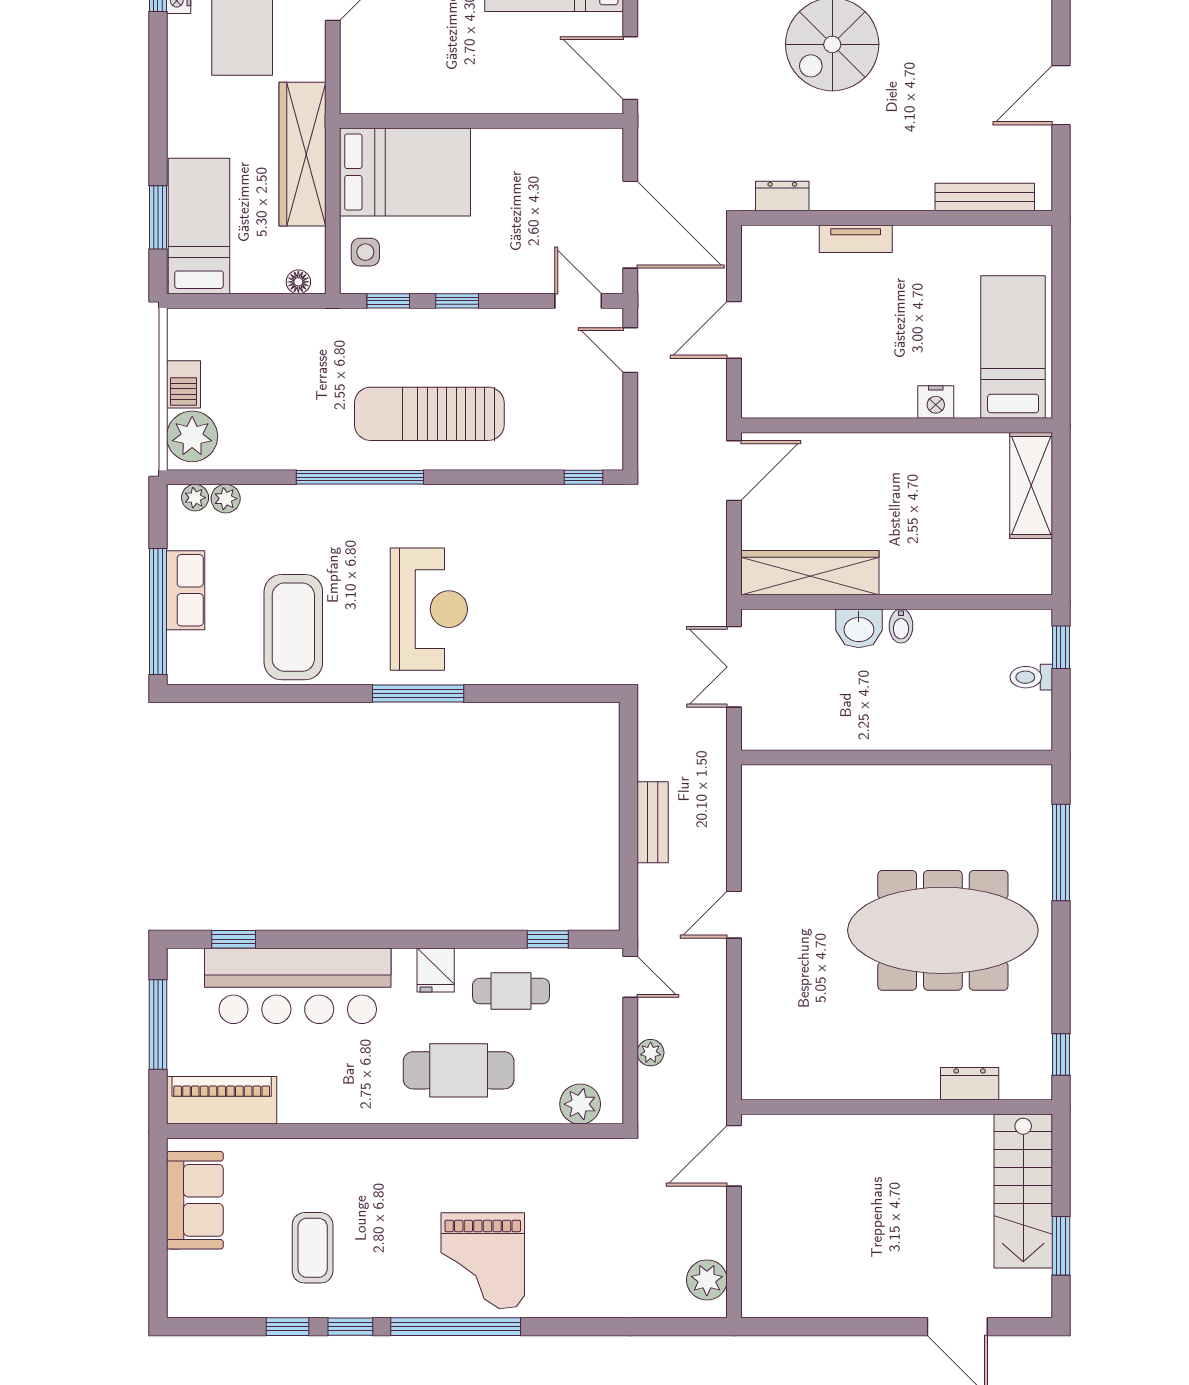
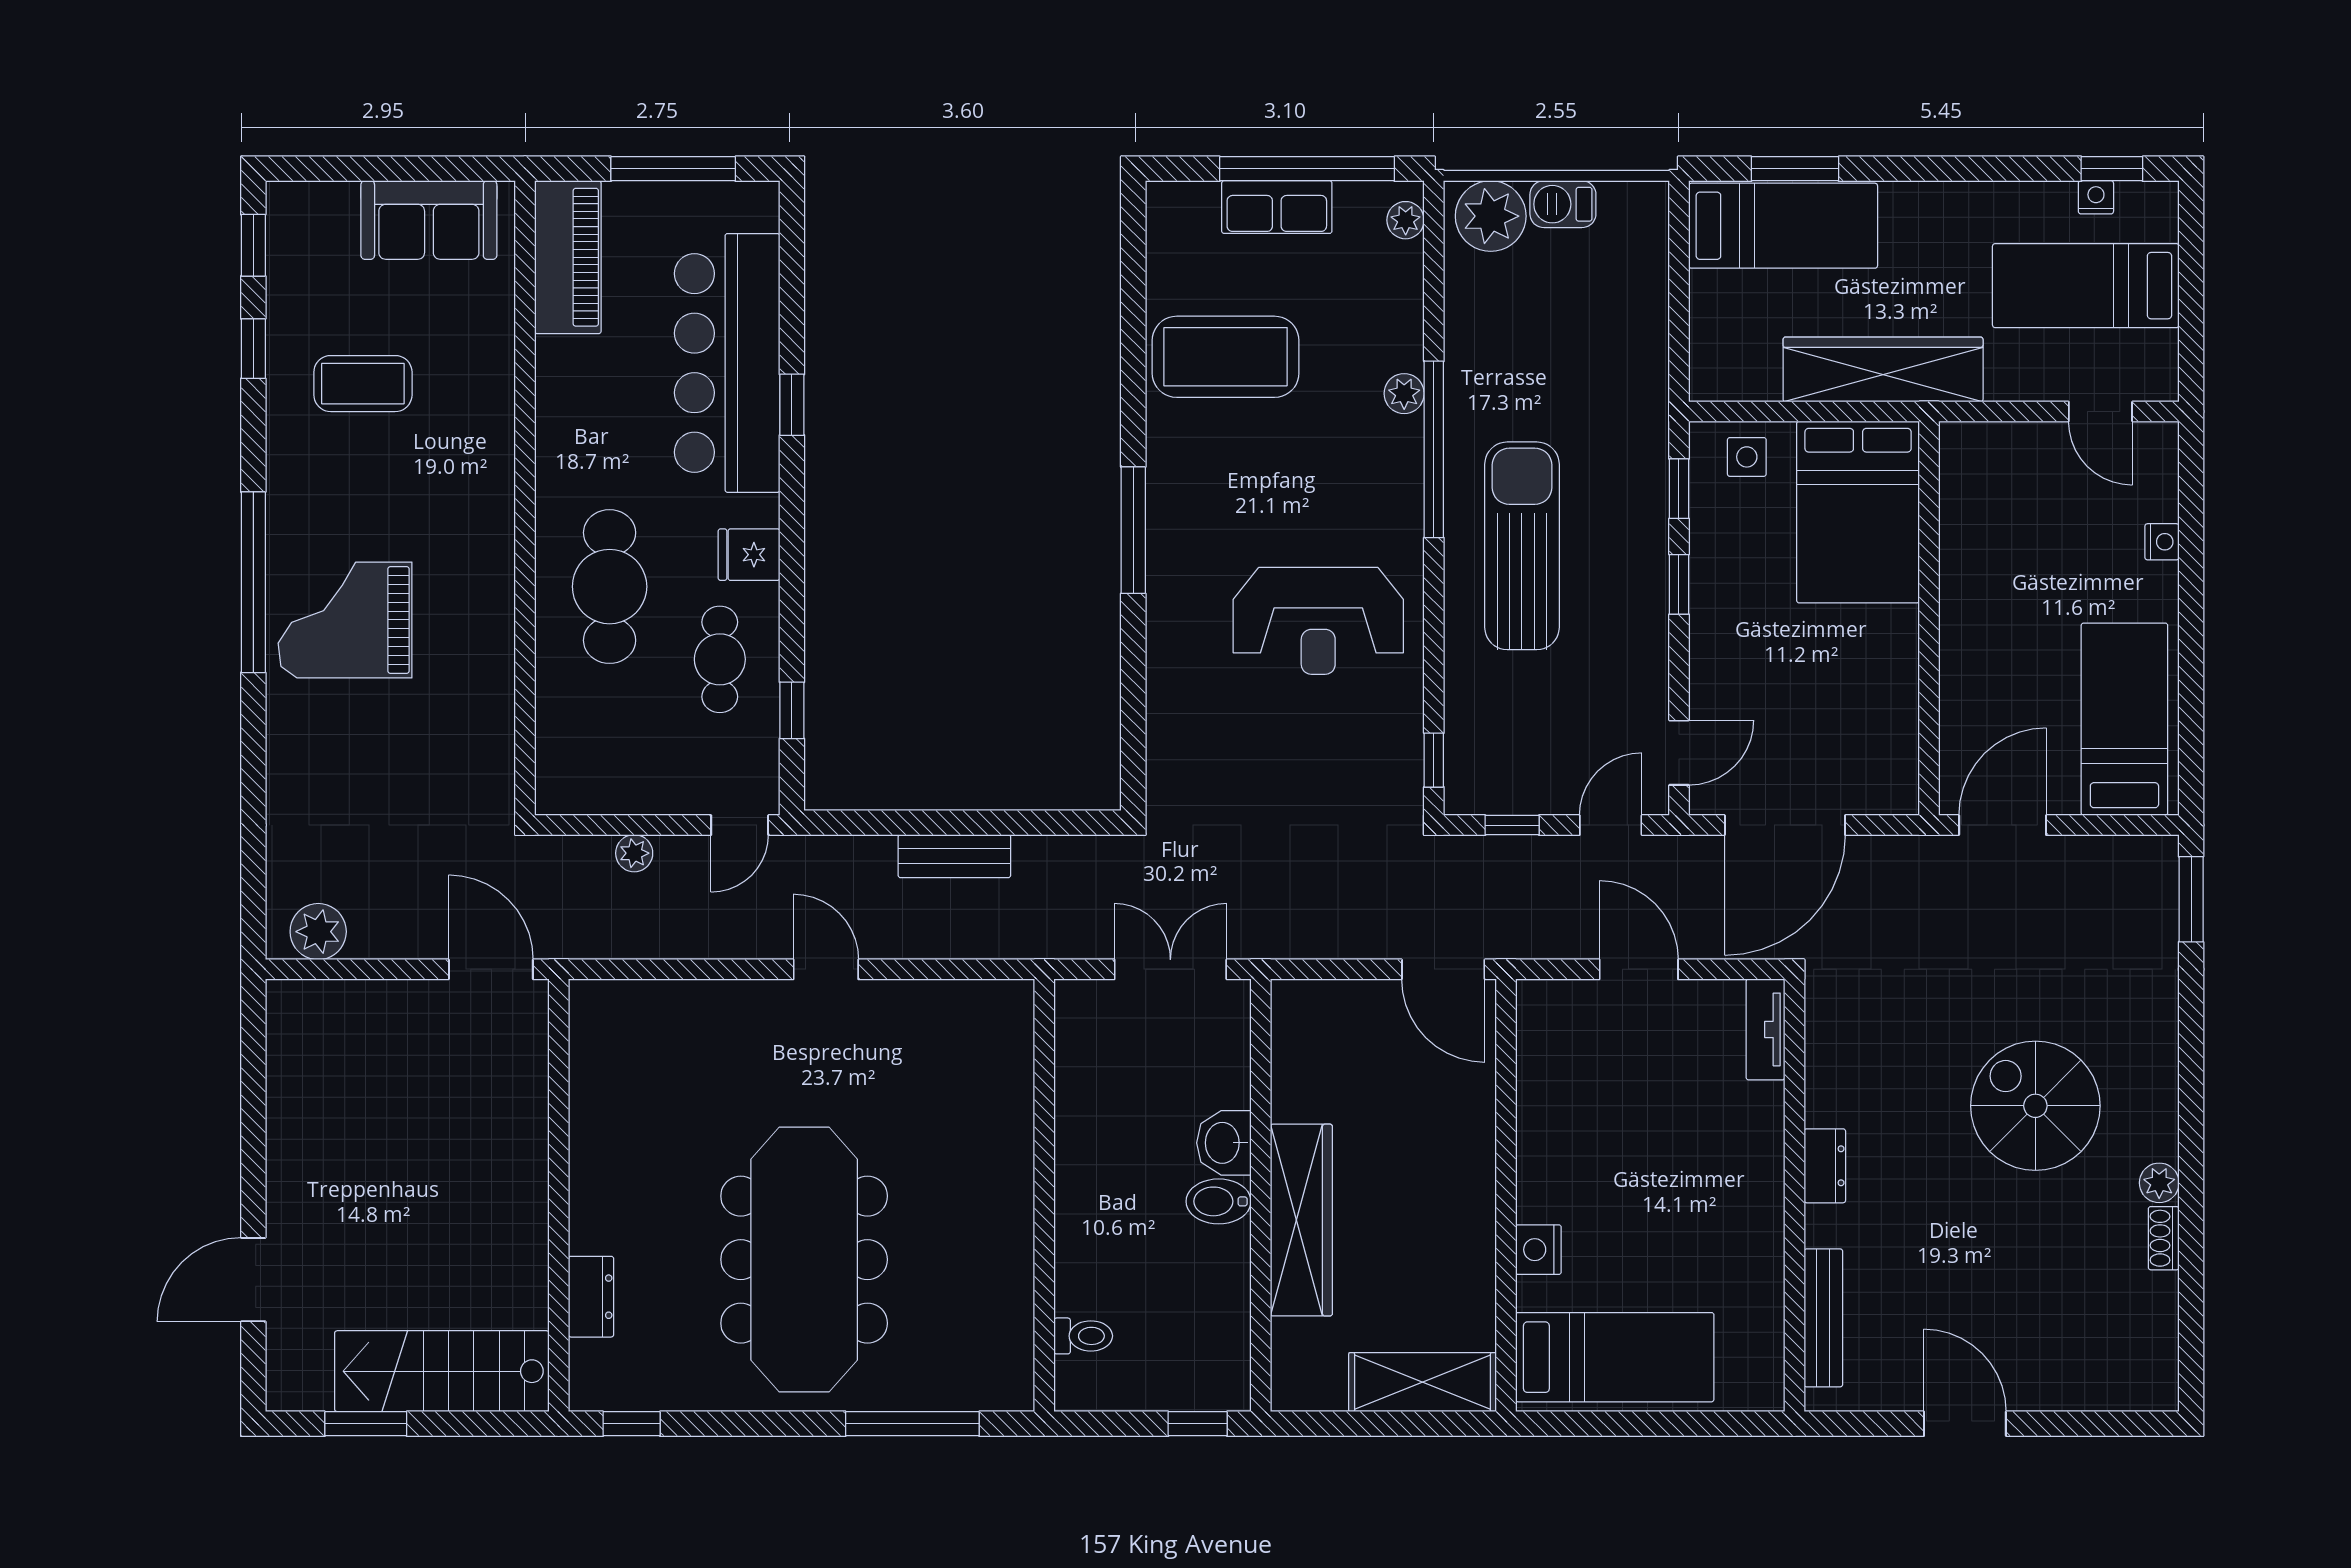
dresser: (782, 196) -> (1825, 1166), moved
tv unit: (856, 239) -> (1765, 1029), moved
floor lamp: (298, 282) -> (1705, 364), removed
window: (630, 421) -> (1512, 825), added
plant: (226, 499) -> (1404, 394), moved
wardrobe: (810, 573) -> (1301, 1220), moved
reception desk: (429, 609) -> (1318, 621), moved
window: (158, 611) -> (1307, 169), moved
bidet: (901, 626) -> (1219, 1201), width x1.38, depth x1.36
toilet: (1031, 677) -> (1083, 1336), moved, turned 90
window: (234, 939) -> (792, 405), moved
plant: (580, 1104) -> (563, 755), removed
window: (350, 1327) -> (253, 245), moved

